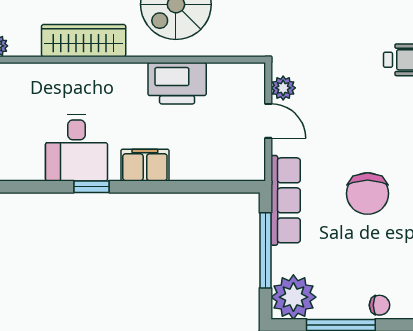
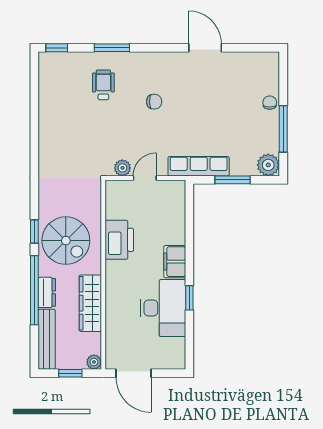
desk: (76, 148) -> (163, 308), width x1.37
chair: (368, 194) -> (154, 102), moved, width x0.54, depth x0.54
window: (265, 250) -> (233, 180), width x0.69
plant: (293, 297) -> (268, 165), width x0.73, depth x0.73

